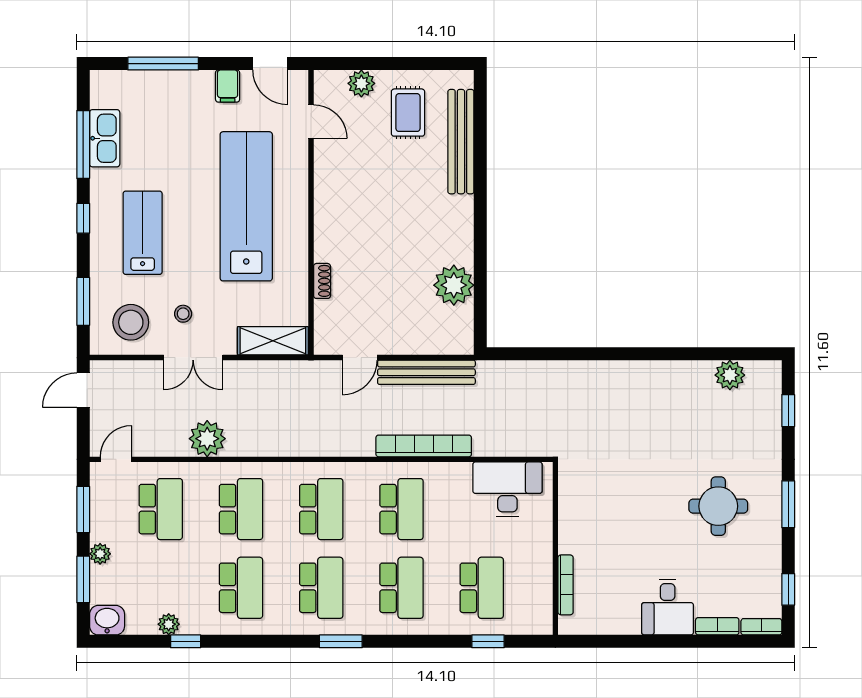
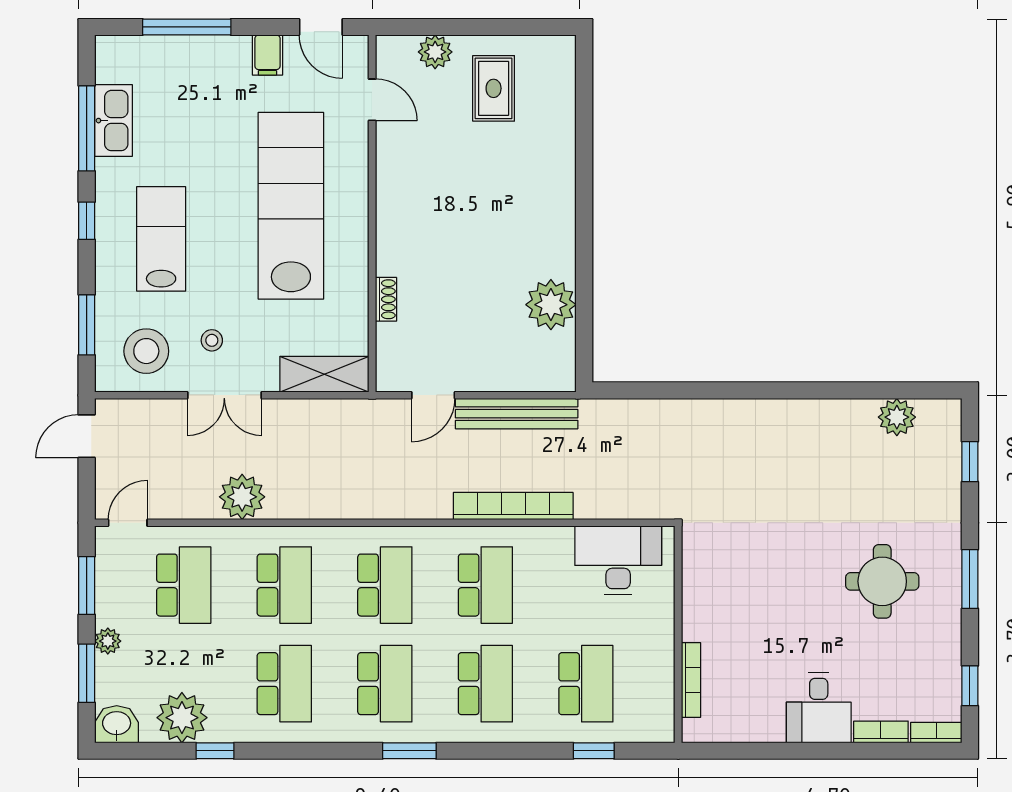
bench: (461, 142) -> (560, 125), removed
plant: (169, 624) -> (182, 718), width x1.88, depth x1.88

